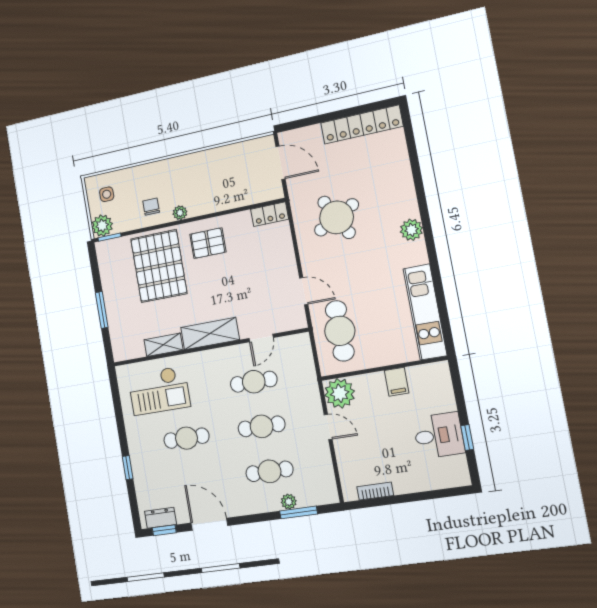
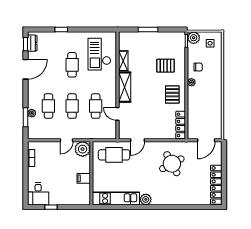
locker: (270, 214) -> (181, 125), width x1.53
plant: (411, 230) -> (146, 199), moved
pallet: (159, 266) -> (165, 66), width x0.49, depth x0.50
desk: (439, 435) -> (38, 194), moved

